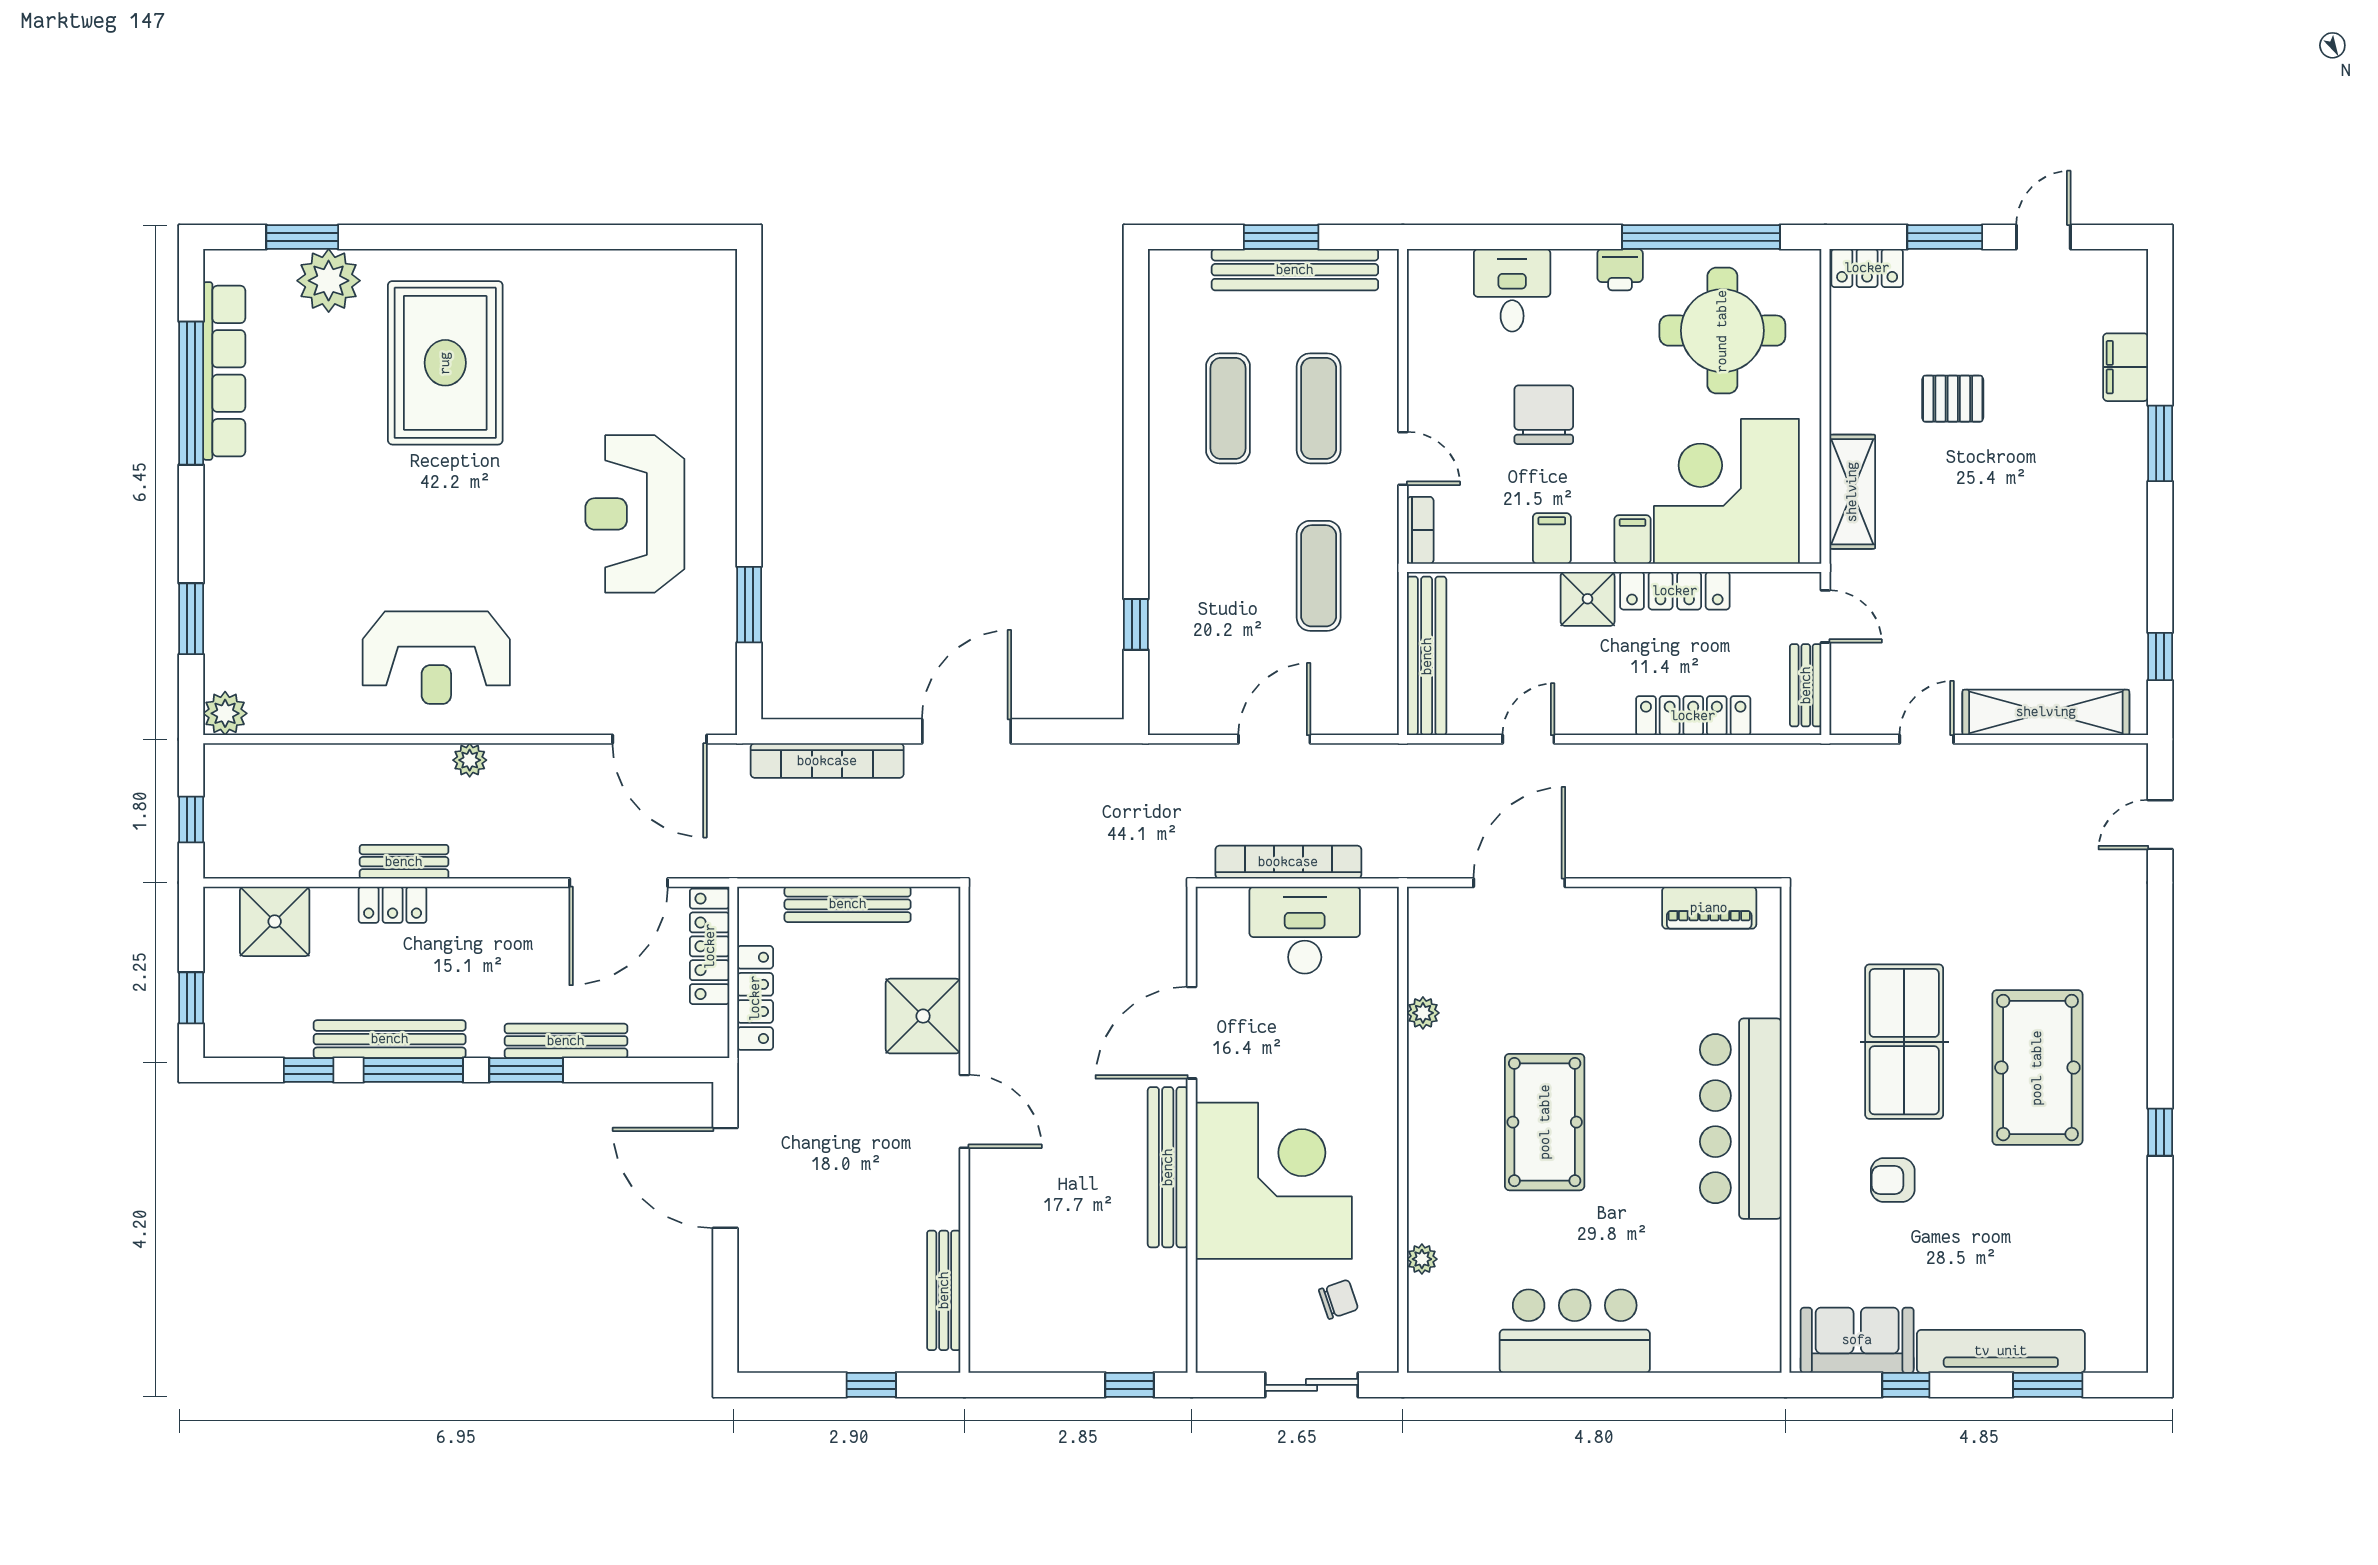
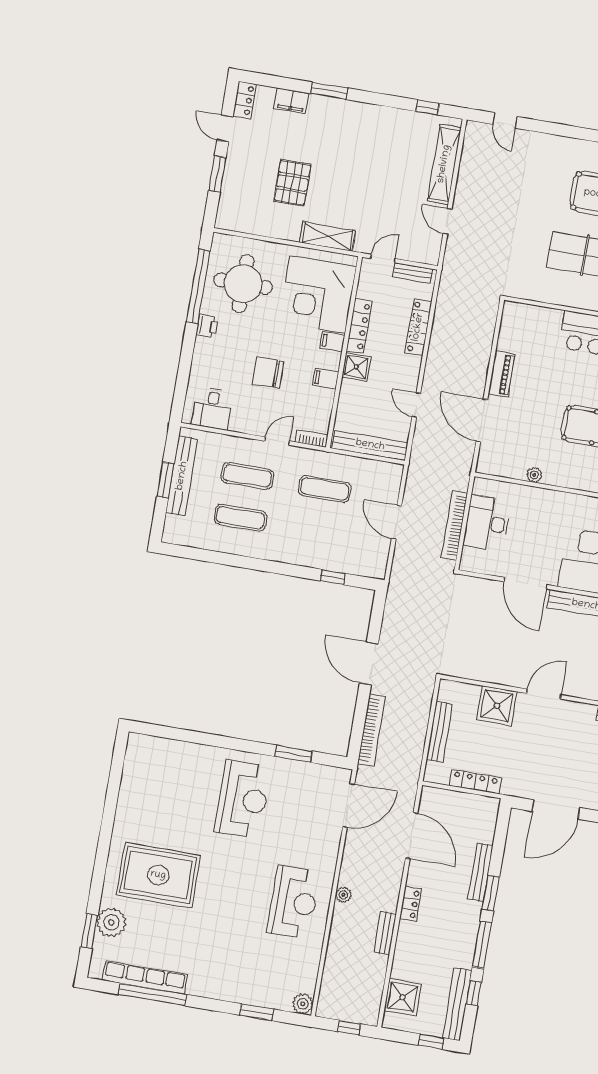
locker: (1867, 268) -> (244, 100), moved
desk: (1512, 290) -> (212, 409), moved, turned -90
pallet: (1953, 399) -> (292, 183), width x1.50, depth x1.42
reception desk: (635, 514) -> (243, 799), turned -90
locker: (393, 905) -> (410, 904), moved
piano: (1709, 908) -> (501, 374), moved
locker: (710, 946) -> (448, 799), removed
bench: (390, 1039) -> (457, 1004), moved

